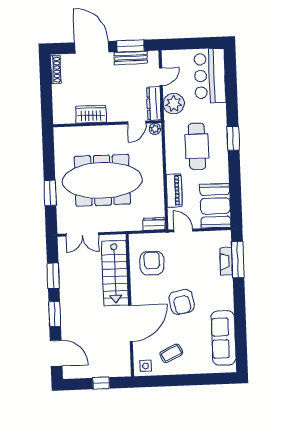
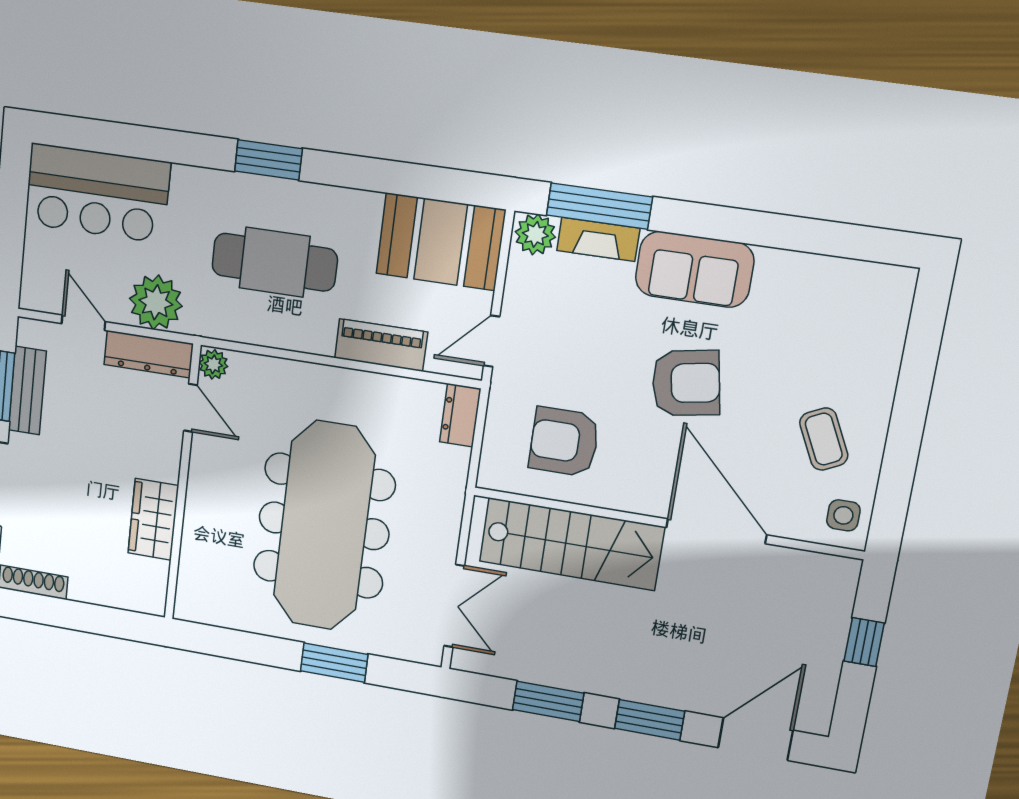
plant: (224, 239) -> (535, 234), added
sofa: (224, 338) -> (694, 269), moved, width x0.73

